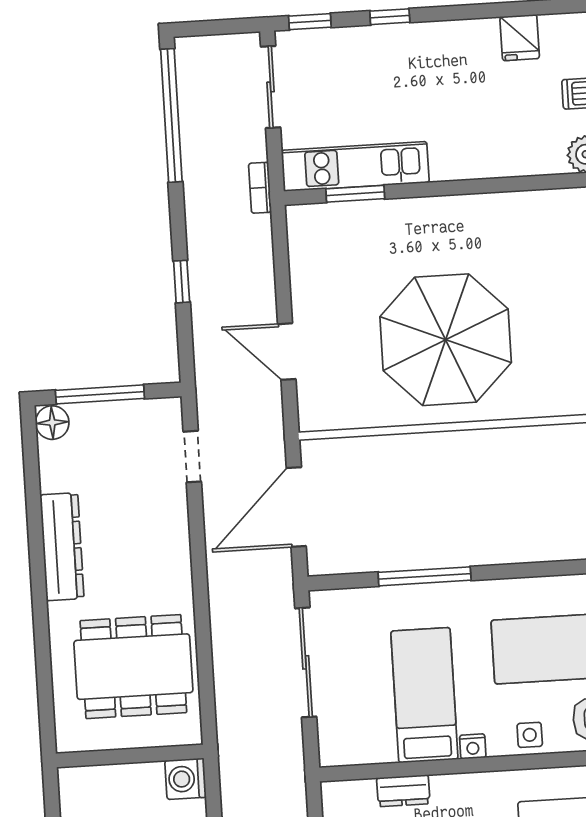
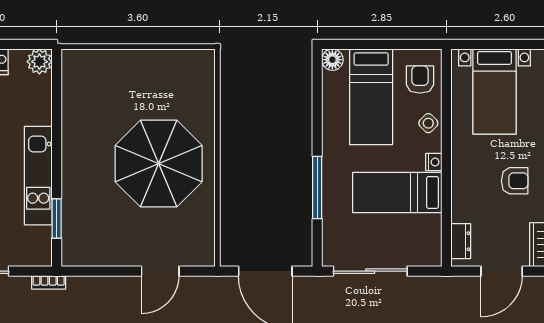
kitchen unit: (355, 166) -> (38, 176), moved
side table: (530, 735) -> (428, 123), turned 45
dresser: (403, 791) -> (461, 241), moved

